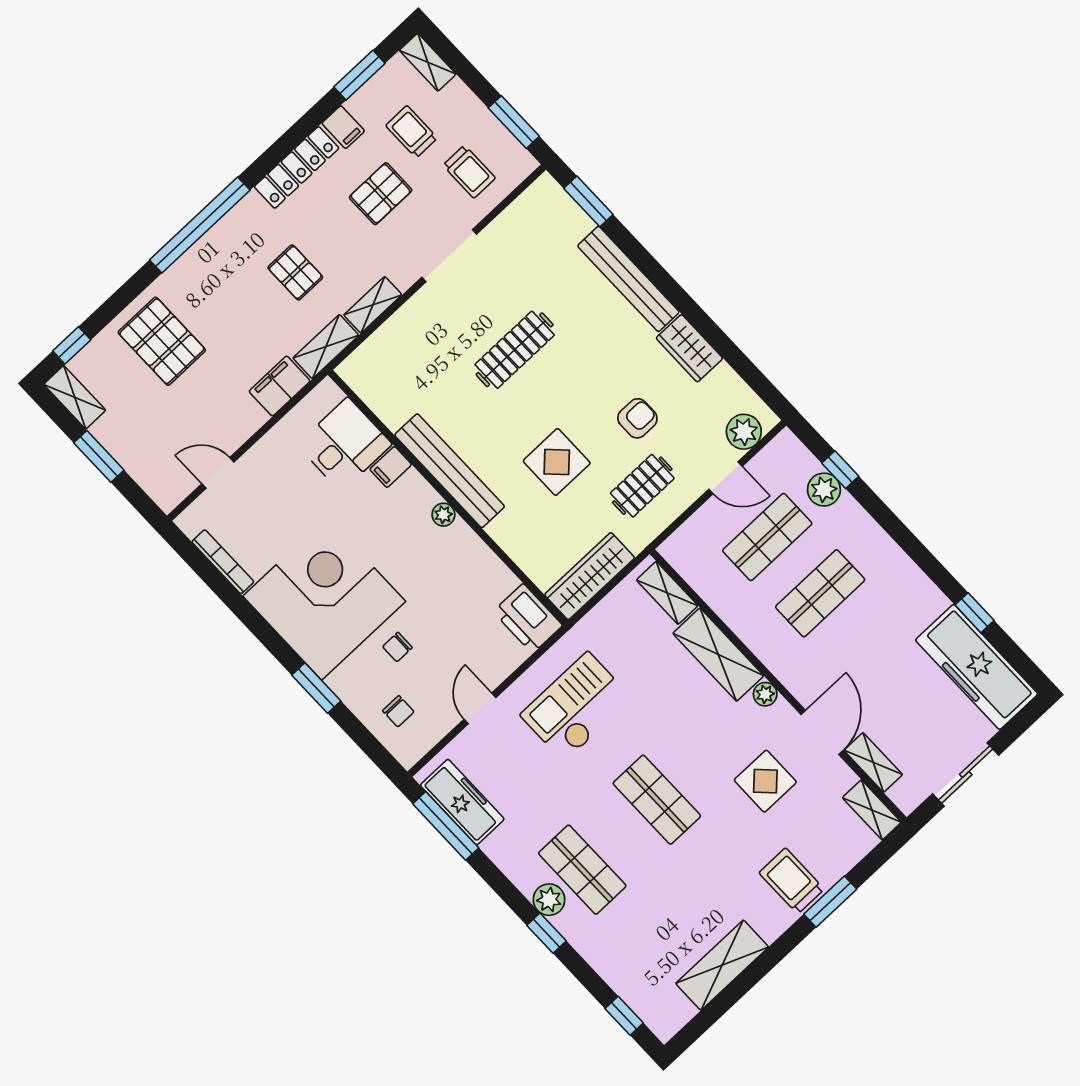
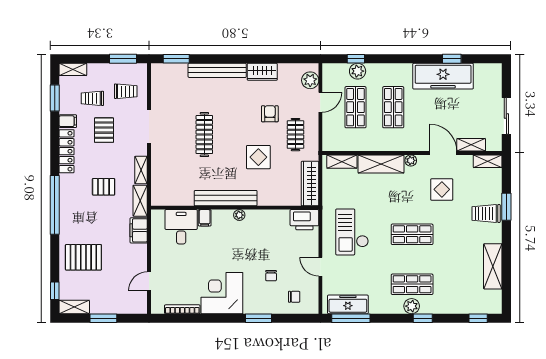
corner desk: (324, 599) -> (222, 293), width x0.74, depth x0.74
freezer: (977, 667) -> (443, 76), moved

